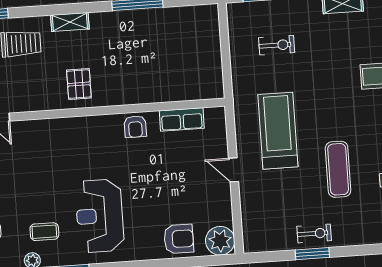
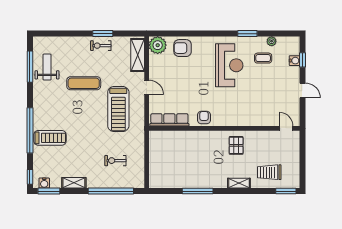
row of seats: (182, 119) -> (169, 120), width x1.48
exercise mat: (338, 169) -> (84, 83), turned 90
shelving: (252, 222) -> (138, 55), added

